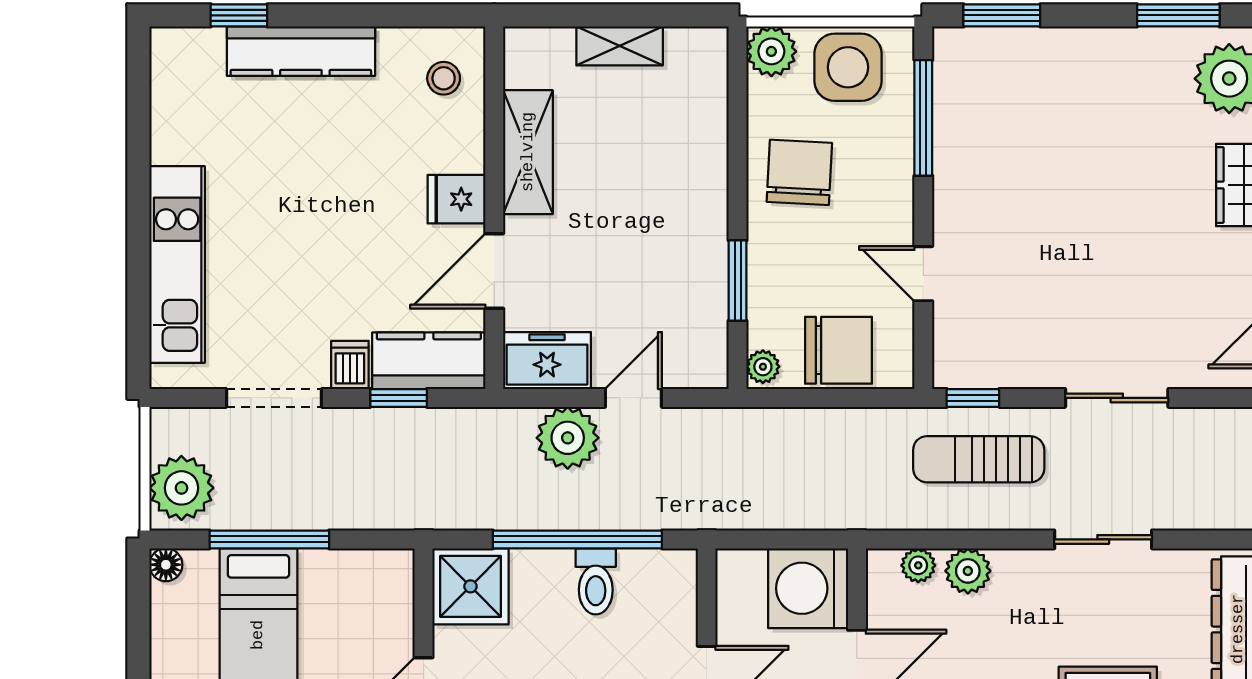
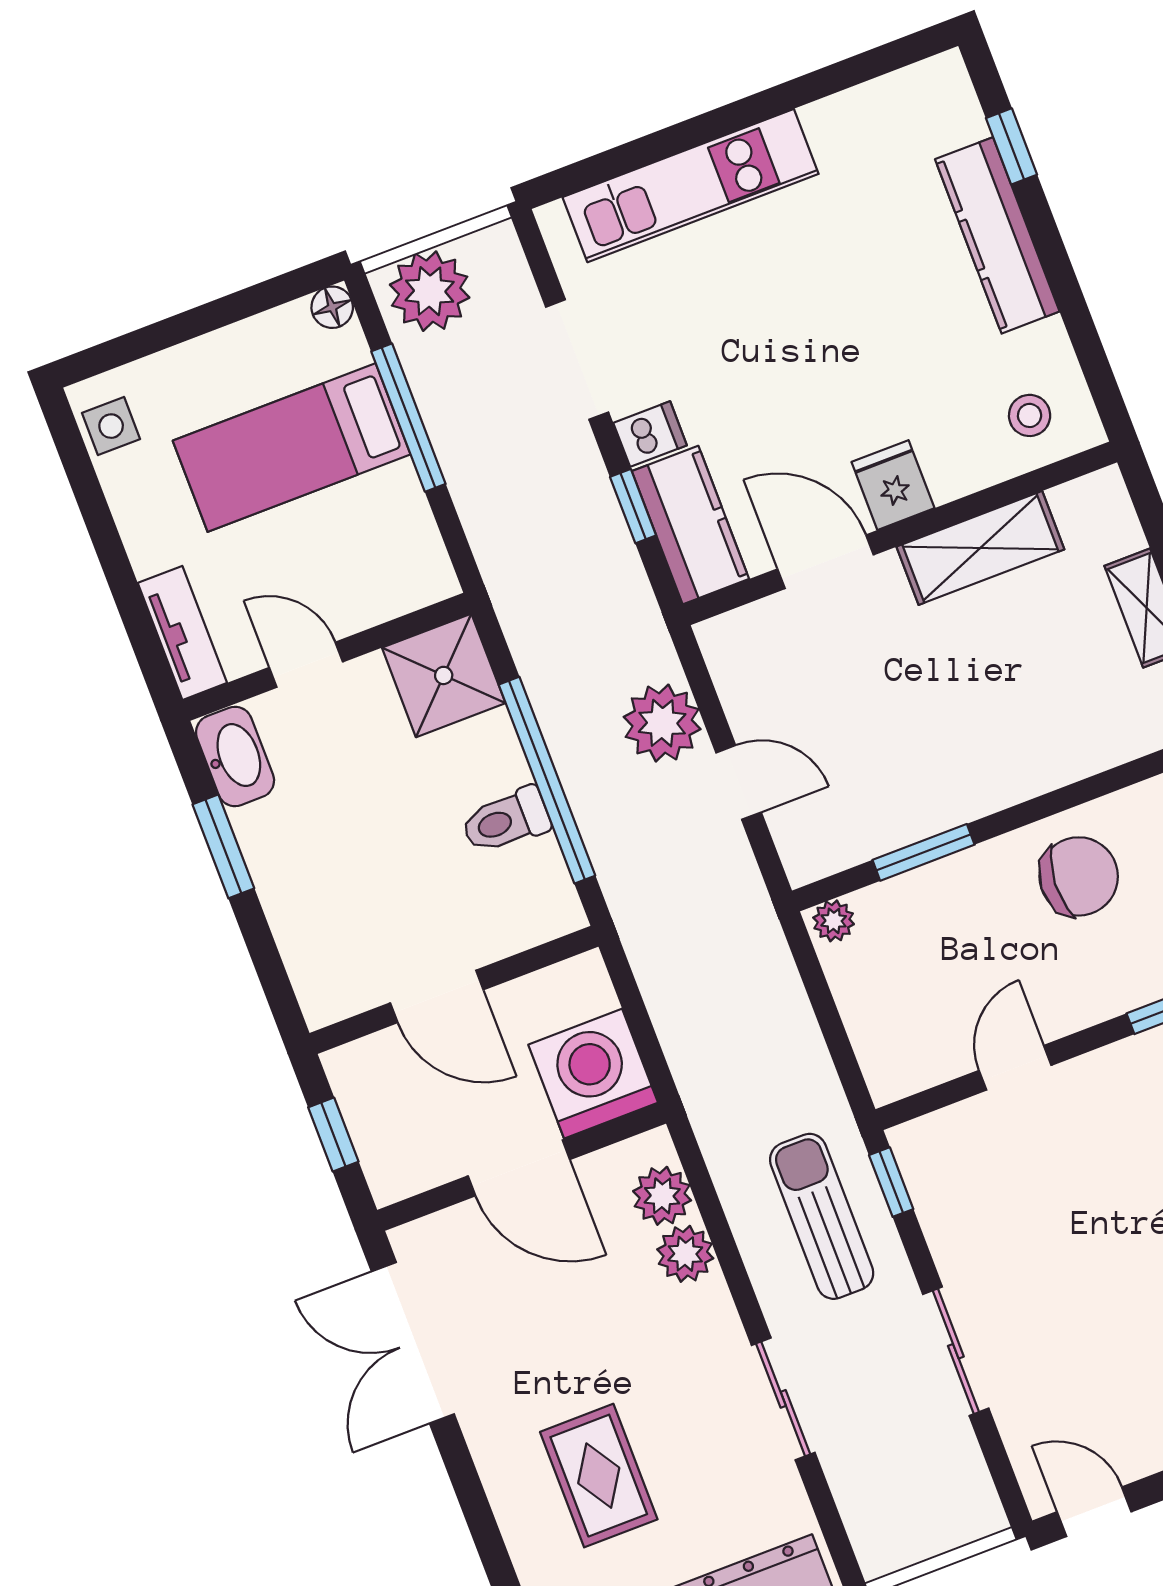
chair: (839, 350) -> (887, 1002), removed
freezer: (547, 361) -> (744, 664), removed
plant: (918, 565) -> (662, 1196), width x1.38, depth x1.38

